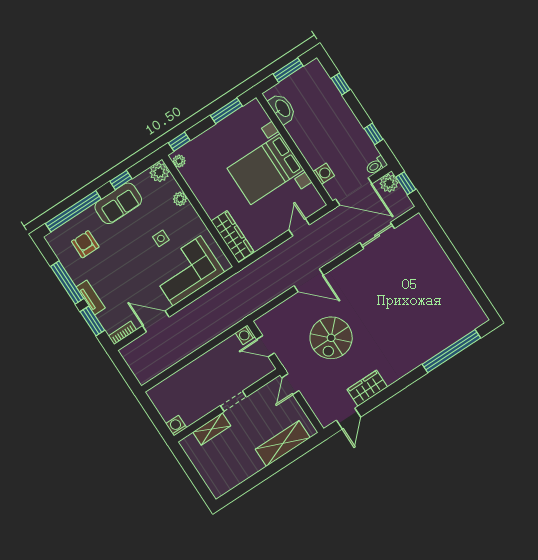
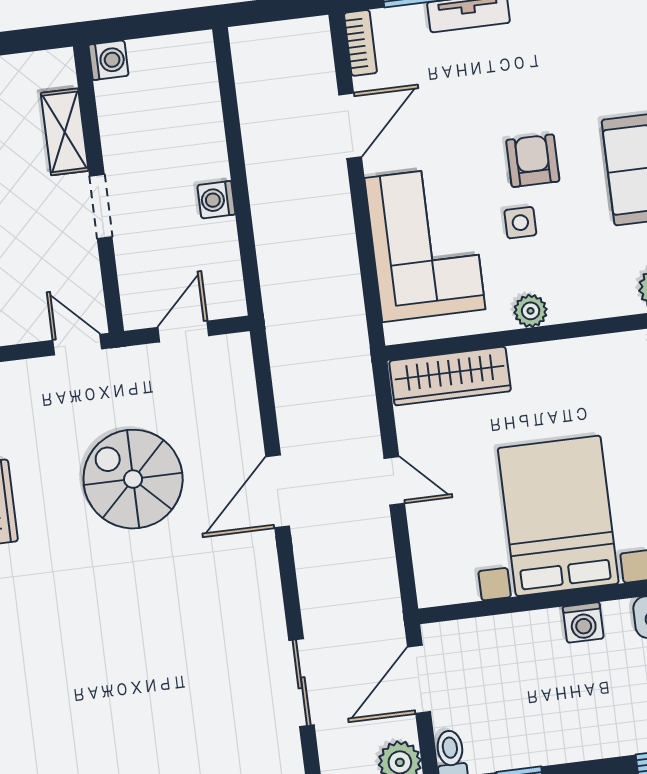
washing machine: (324, 174) -> (583, 623), moved
door: (354, 191) -> (419, 679), width x0.73
plant: (180, 199) -> (531, 311), moved
door: (299, 227) -> (394, 481), moved
armchair: (85, 244) -> (533, 161), moved, turned -90
washing machine: (245, 335) -> (216, 200), moved, turned -90

